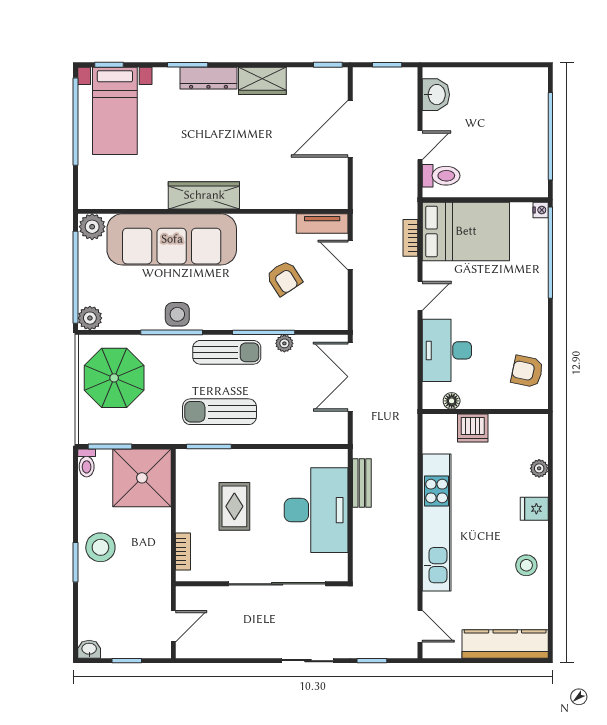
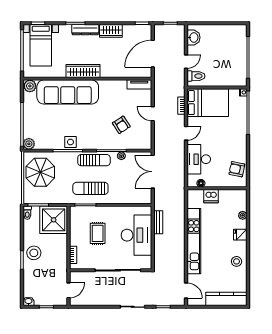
wardrobe: (204, 195) -> (83, 71), moved
wall: (213, 211) -> (87, 79), moved
tv unit: (322, 224) -> (139, 84), moved
plant: (92, 227) -> (30, 86), moved
sofa: (172, 239) -> (68, 92), moved

